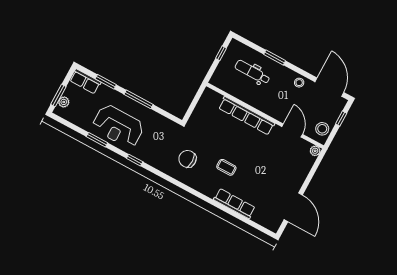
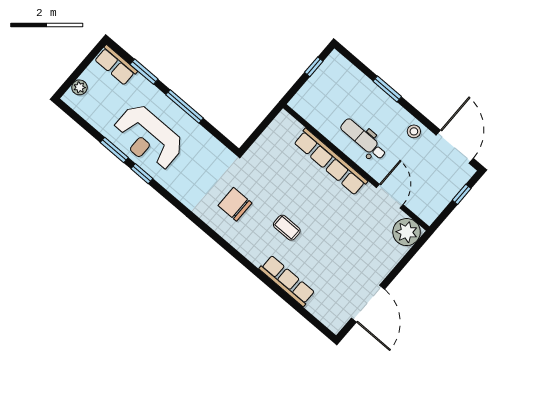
dental chair: (252, 72) -> (363, 139), moved
window: (58, 95) -> (74, 77), removed
stool: (322, 129) -> (432, 203), removed
plant: (315, 151) -> (407, 232), width x1.88, depth x1.88
window: (135, 160) -> (142, 174), moved

